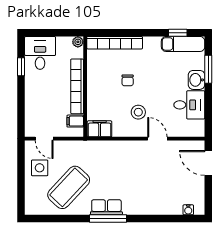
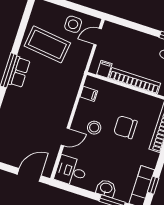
chair: (128, 80) -> (125, 127), width x1.87, depth x1.87
desk: (189, 105) -> (71, 171), moved, turned 90
filing cabinet: (100, 129) -> (89, 94), width x0.50
coffee table: (69, 187) -> (47, 44), turned -36

